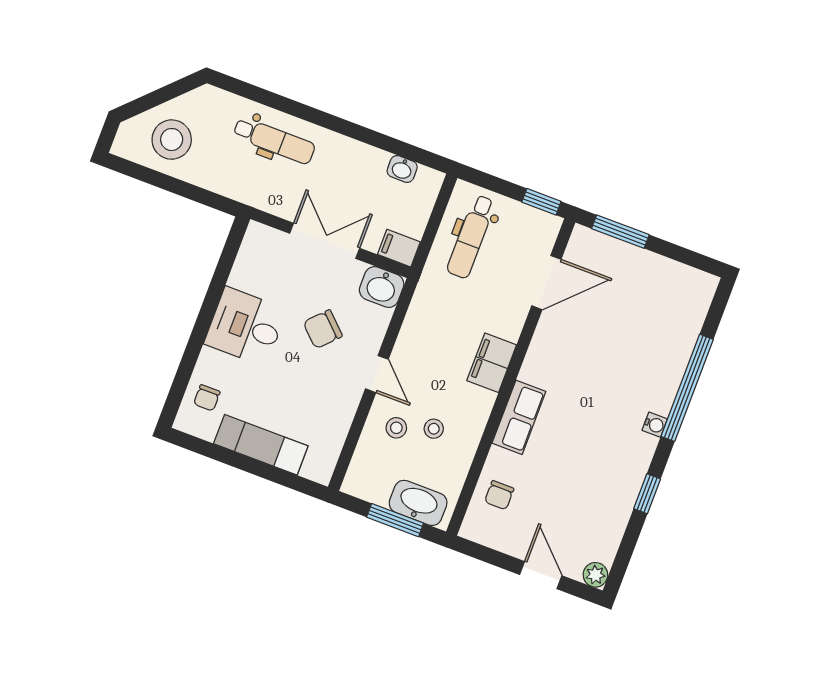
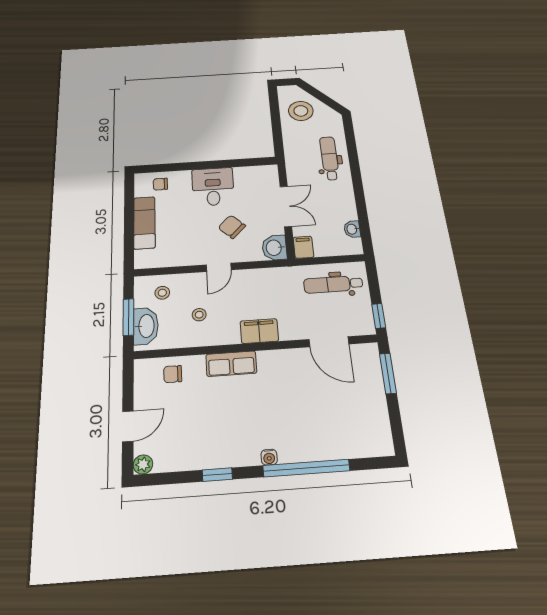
dental chair: (274, 141) -> (329, 158), turned 180
stool: (396, 428) -> (162, 293), moved

